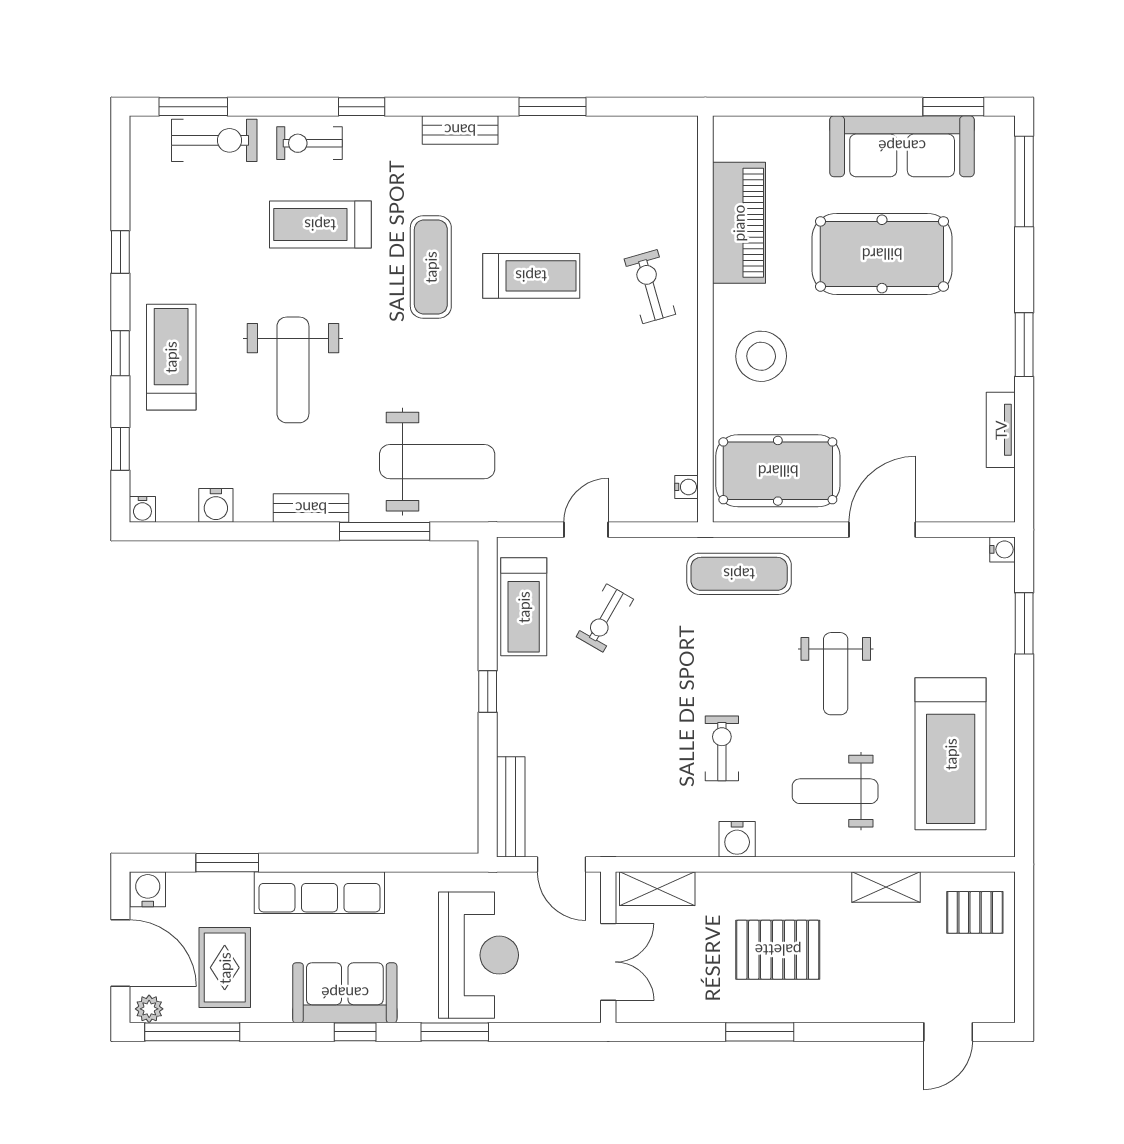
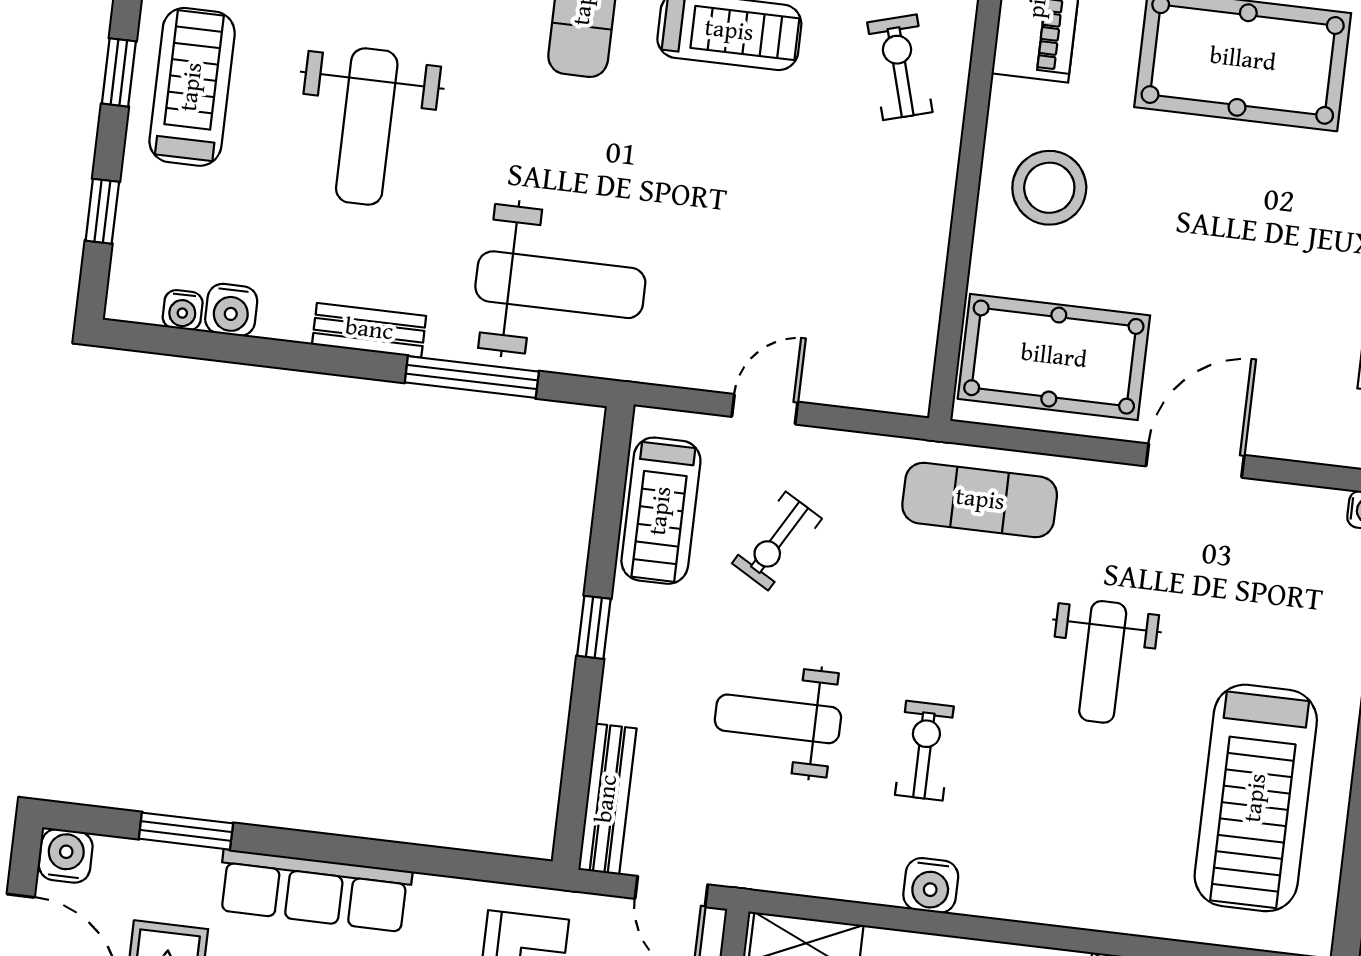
water cooler: (687, 487) -> (918, 365), removed
water cooler: (142, 509) -> (183, 310), moved
weight bench: (835, 791) -> (778, 719), moved

